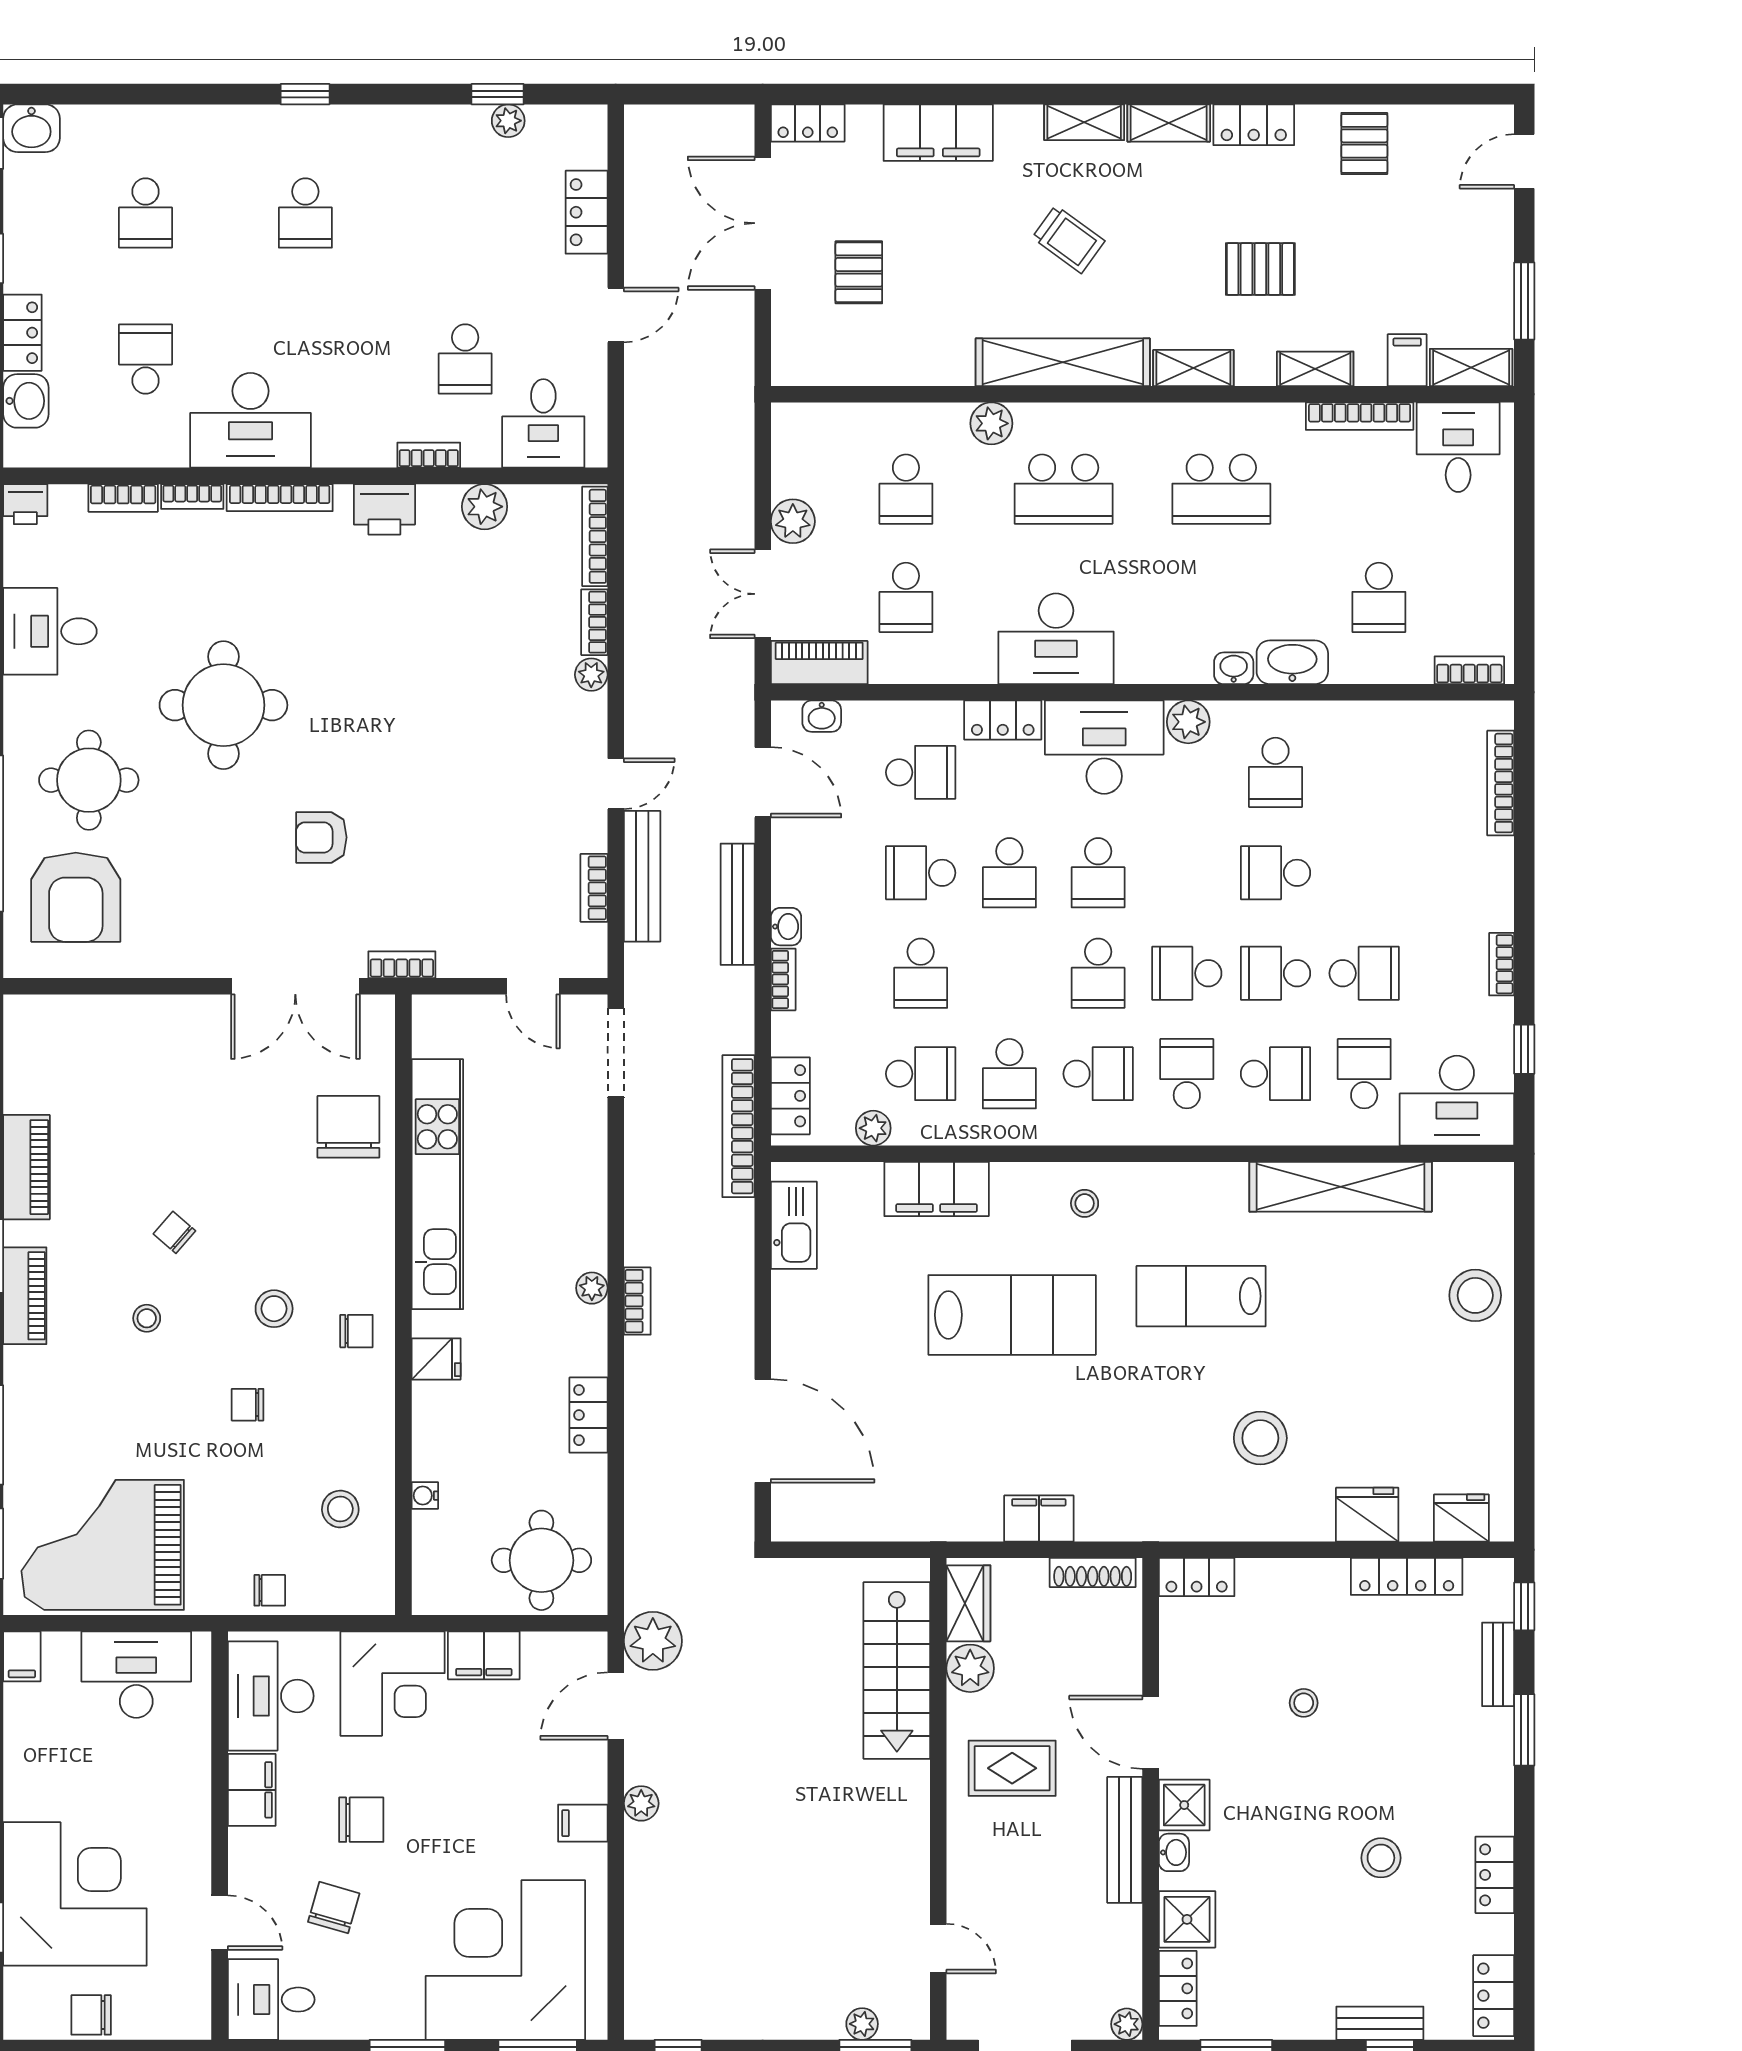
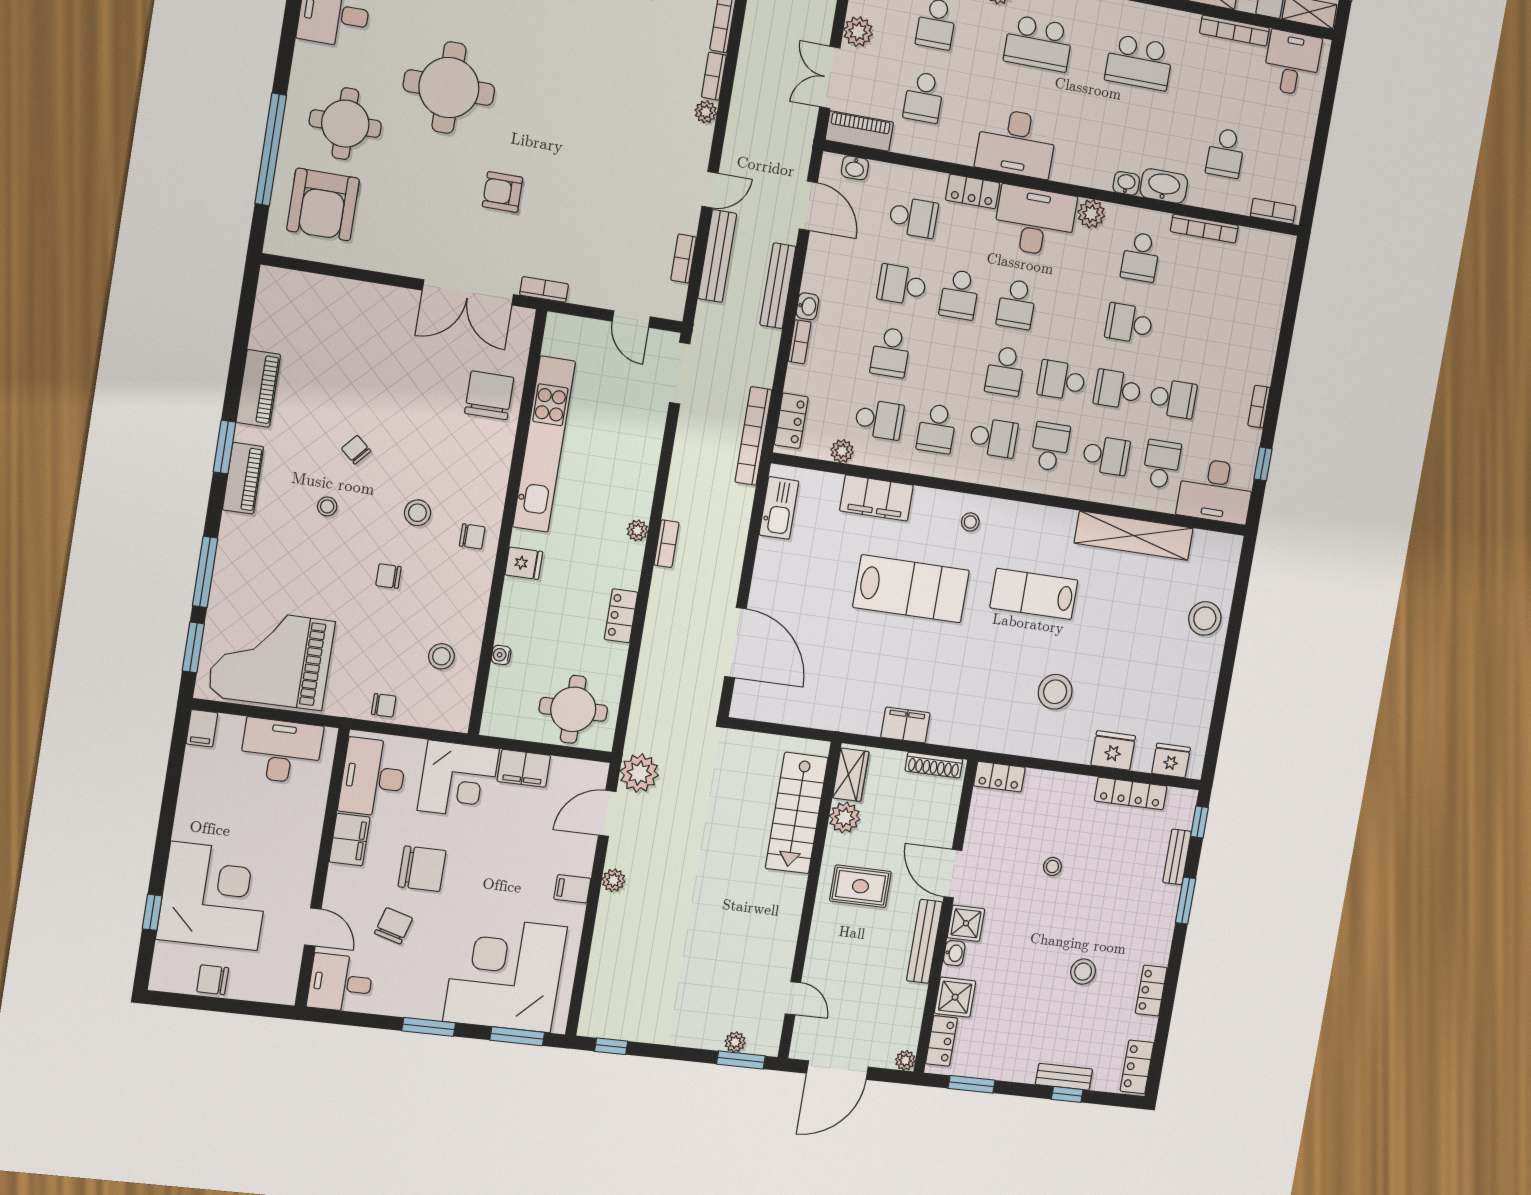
bookcase: (1501, 783) -> (1204, 228), moved, turned -90
chair: (361, 1820) -> (422, 869), width x1.37, depth x1.37

